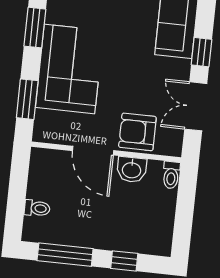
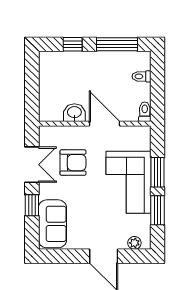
window: (27, 99) -> (157, 172), moved
armchair: (137, 132) -> (73, 163), moved
toilet: (171, 175) -> (145, 112), moved

